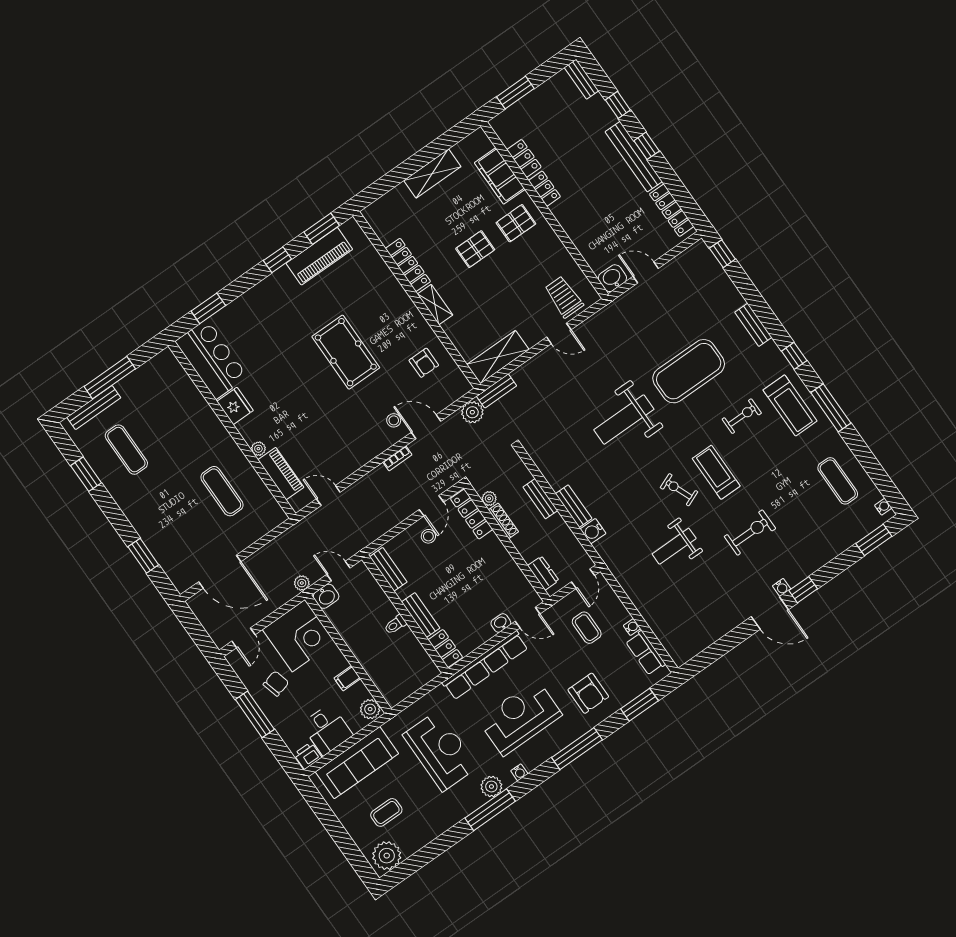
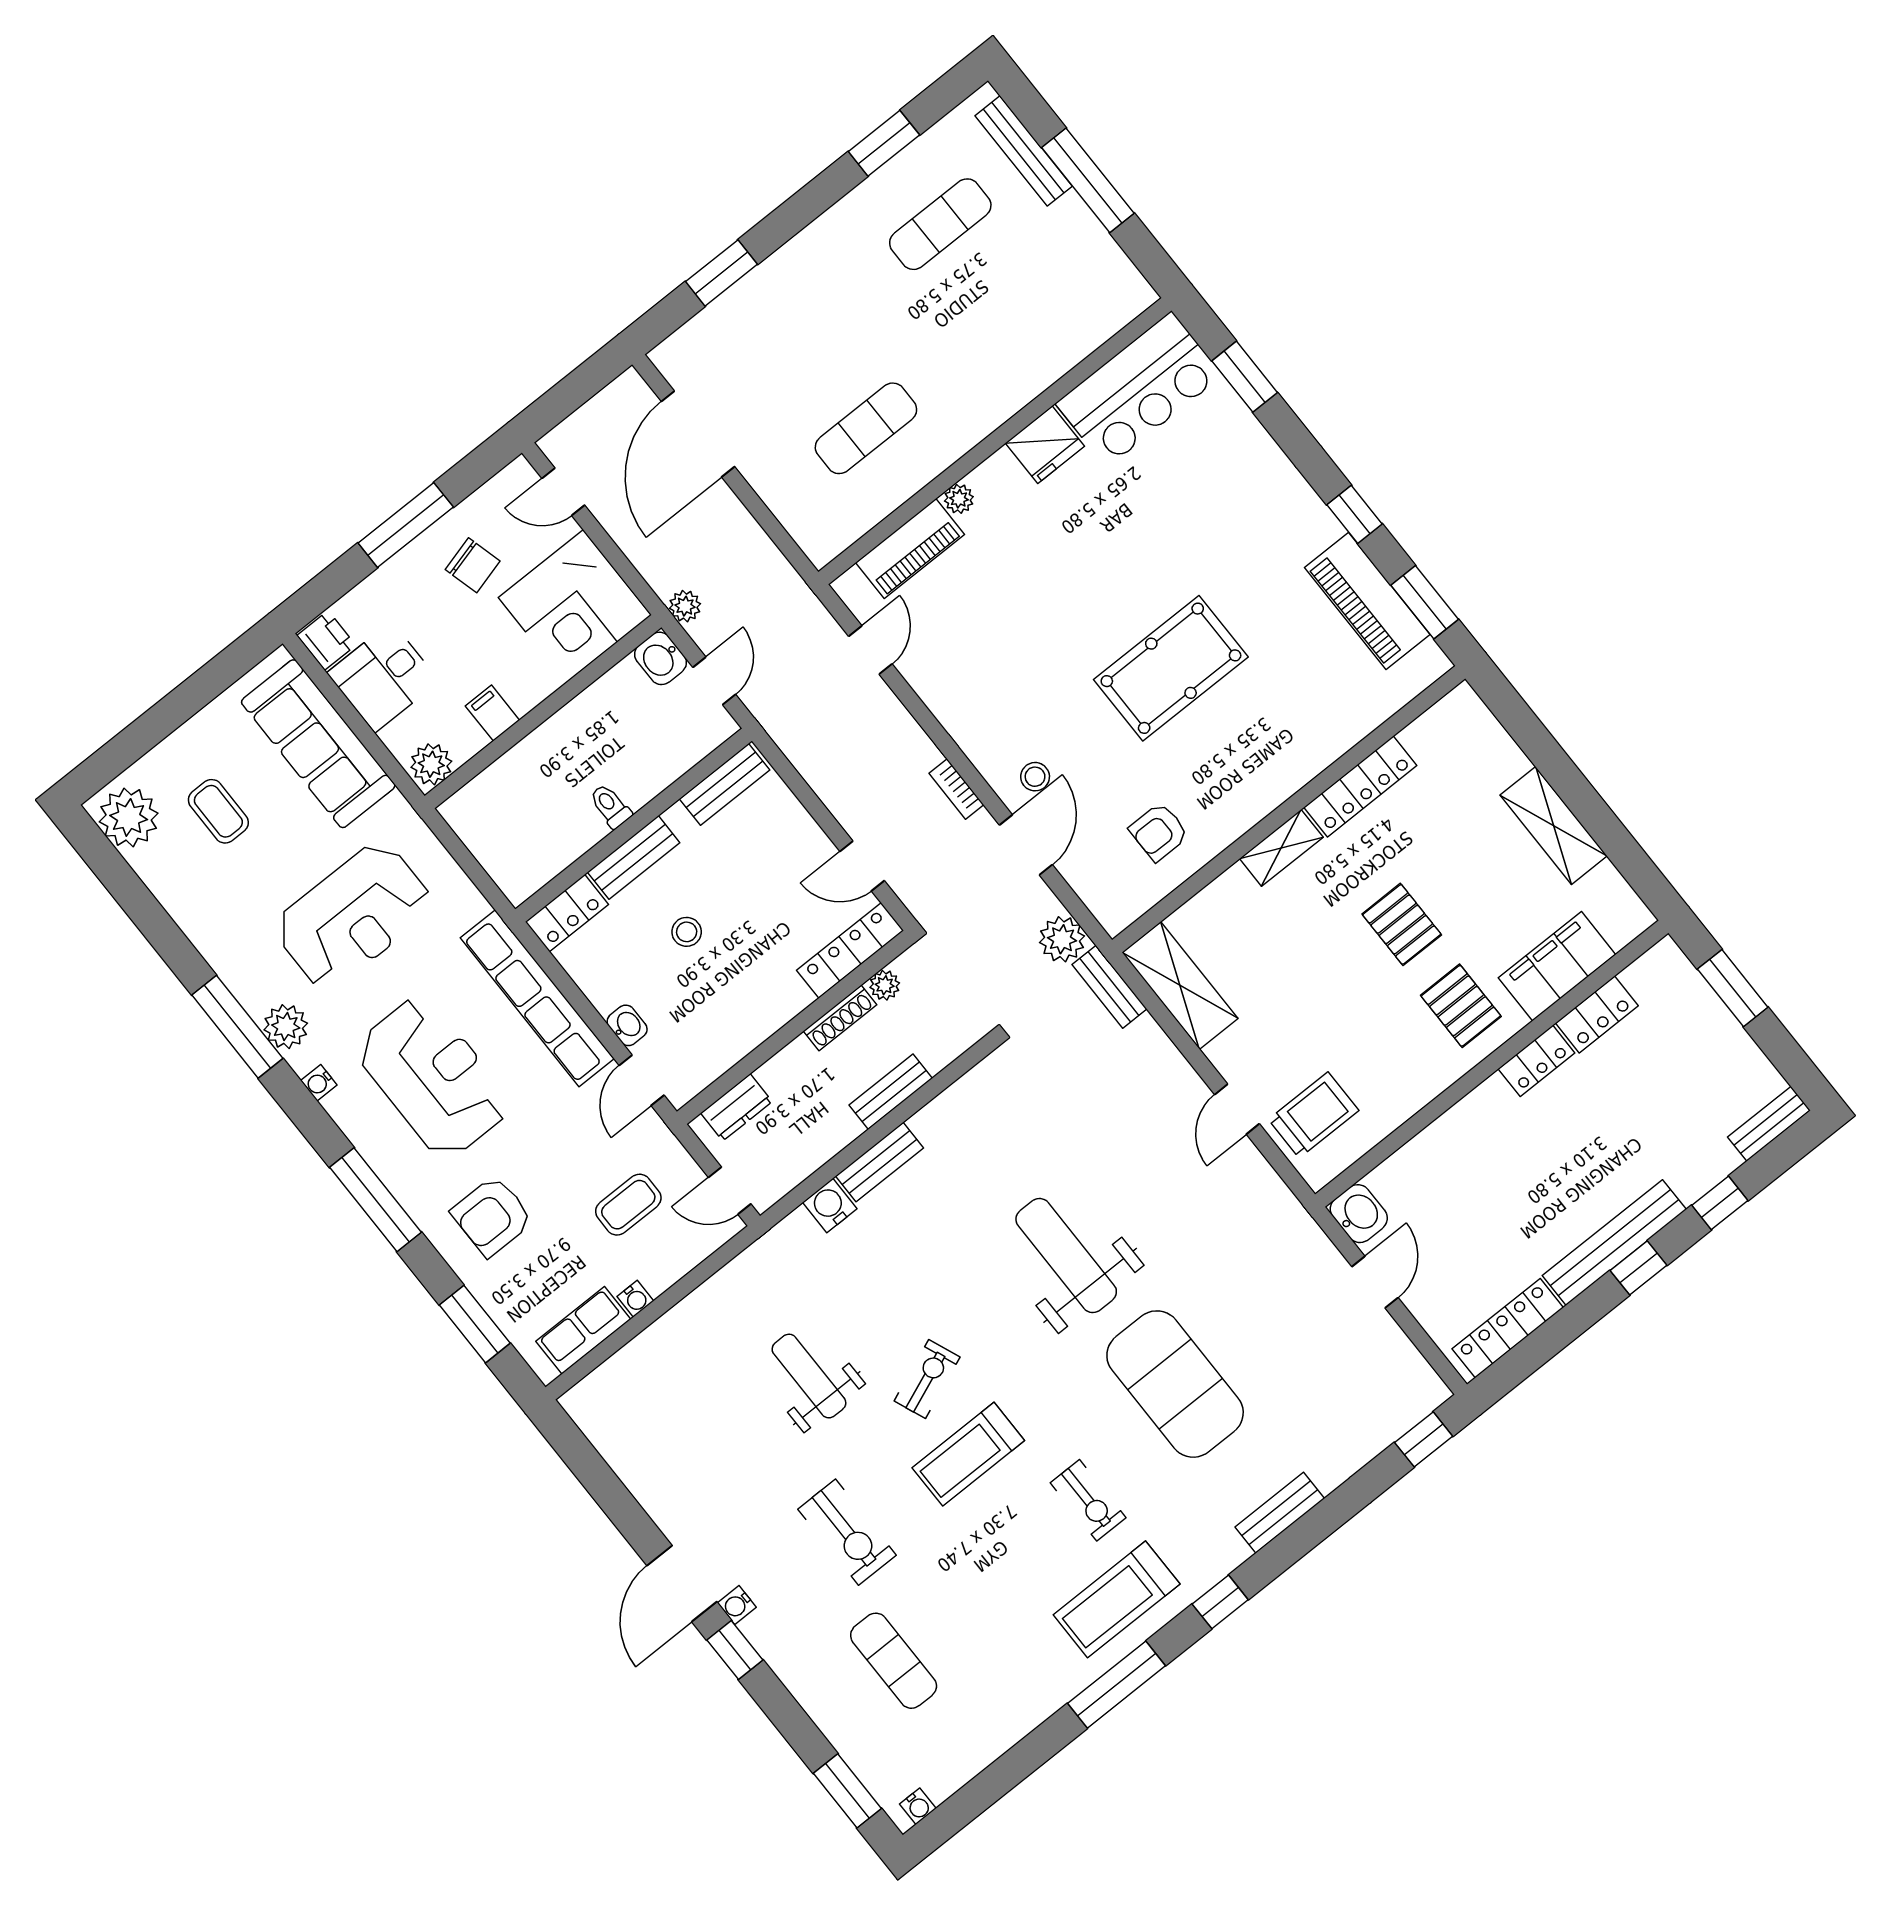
treadmill: (716, 472) -> (968, 1454), turned 180
exercise mat: (838, 481) -> (894, 1661), moved, turned 90
stool: (428, 536) -> (687, 932), moved

